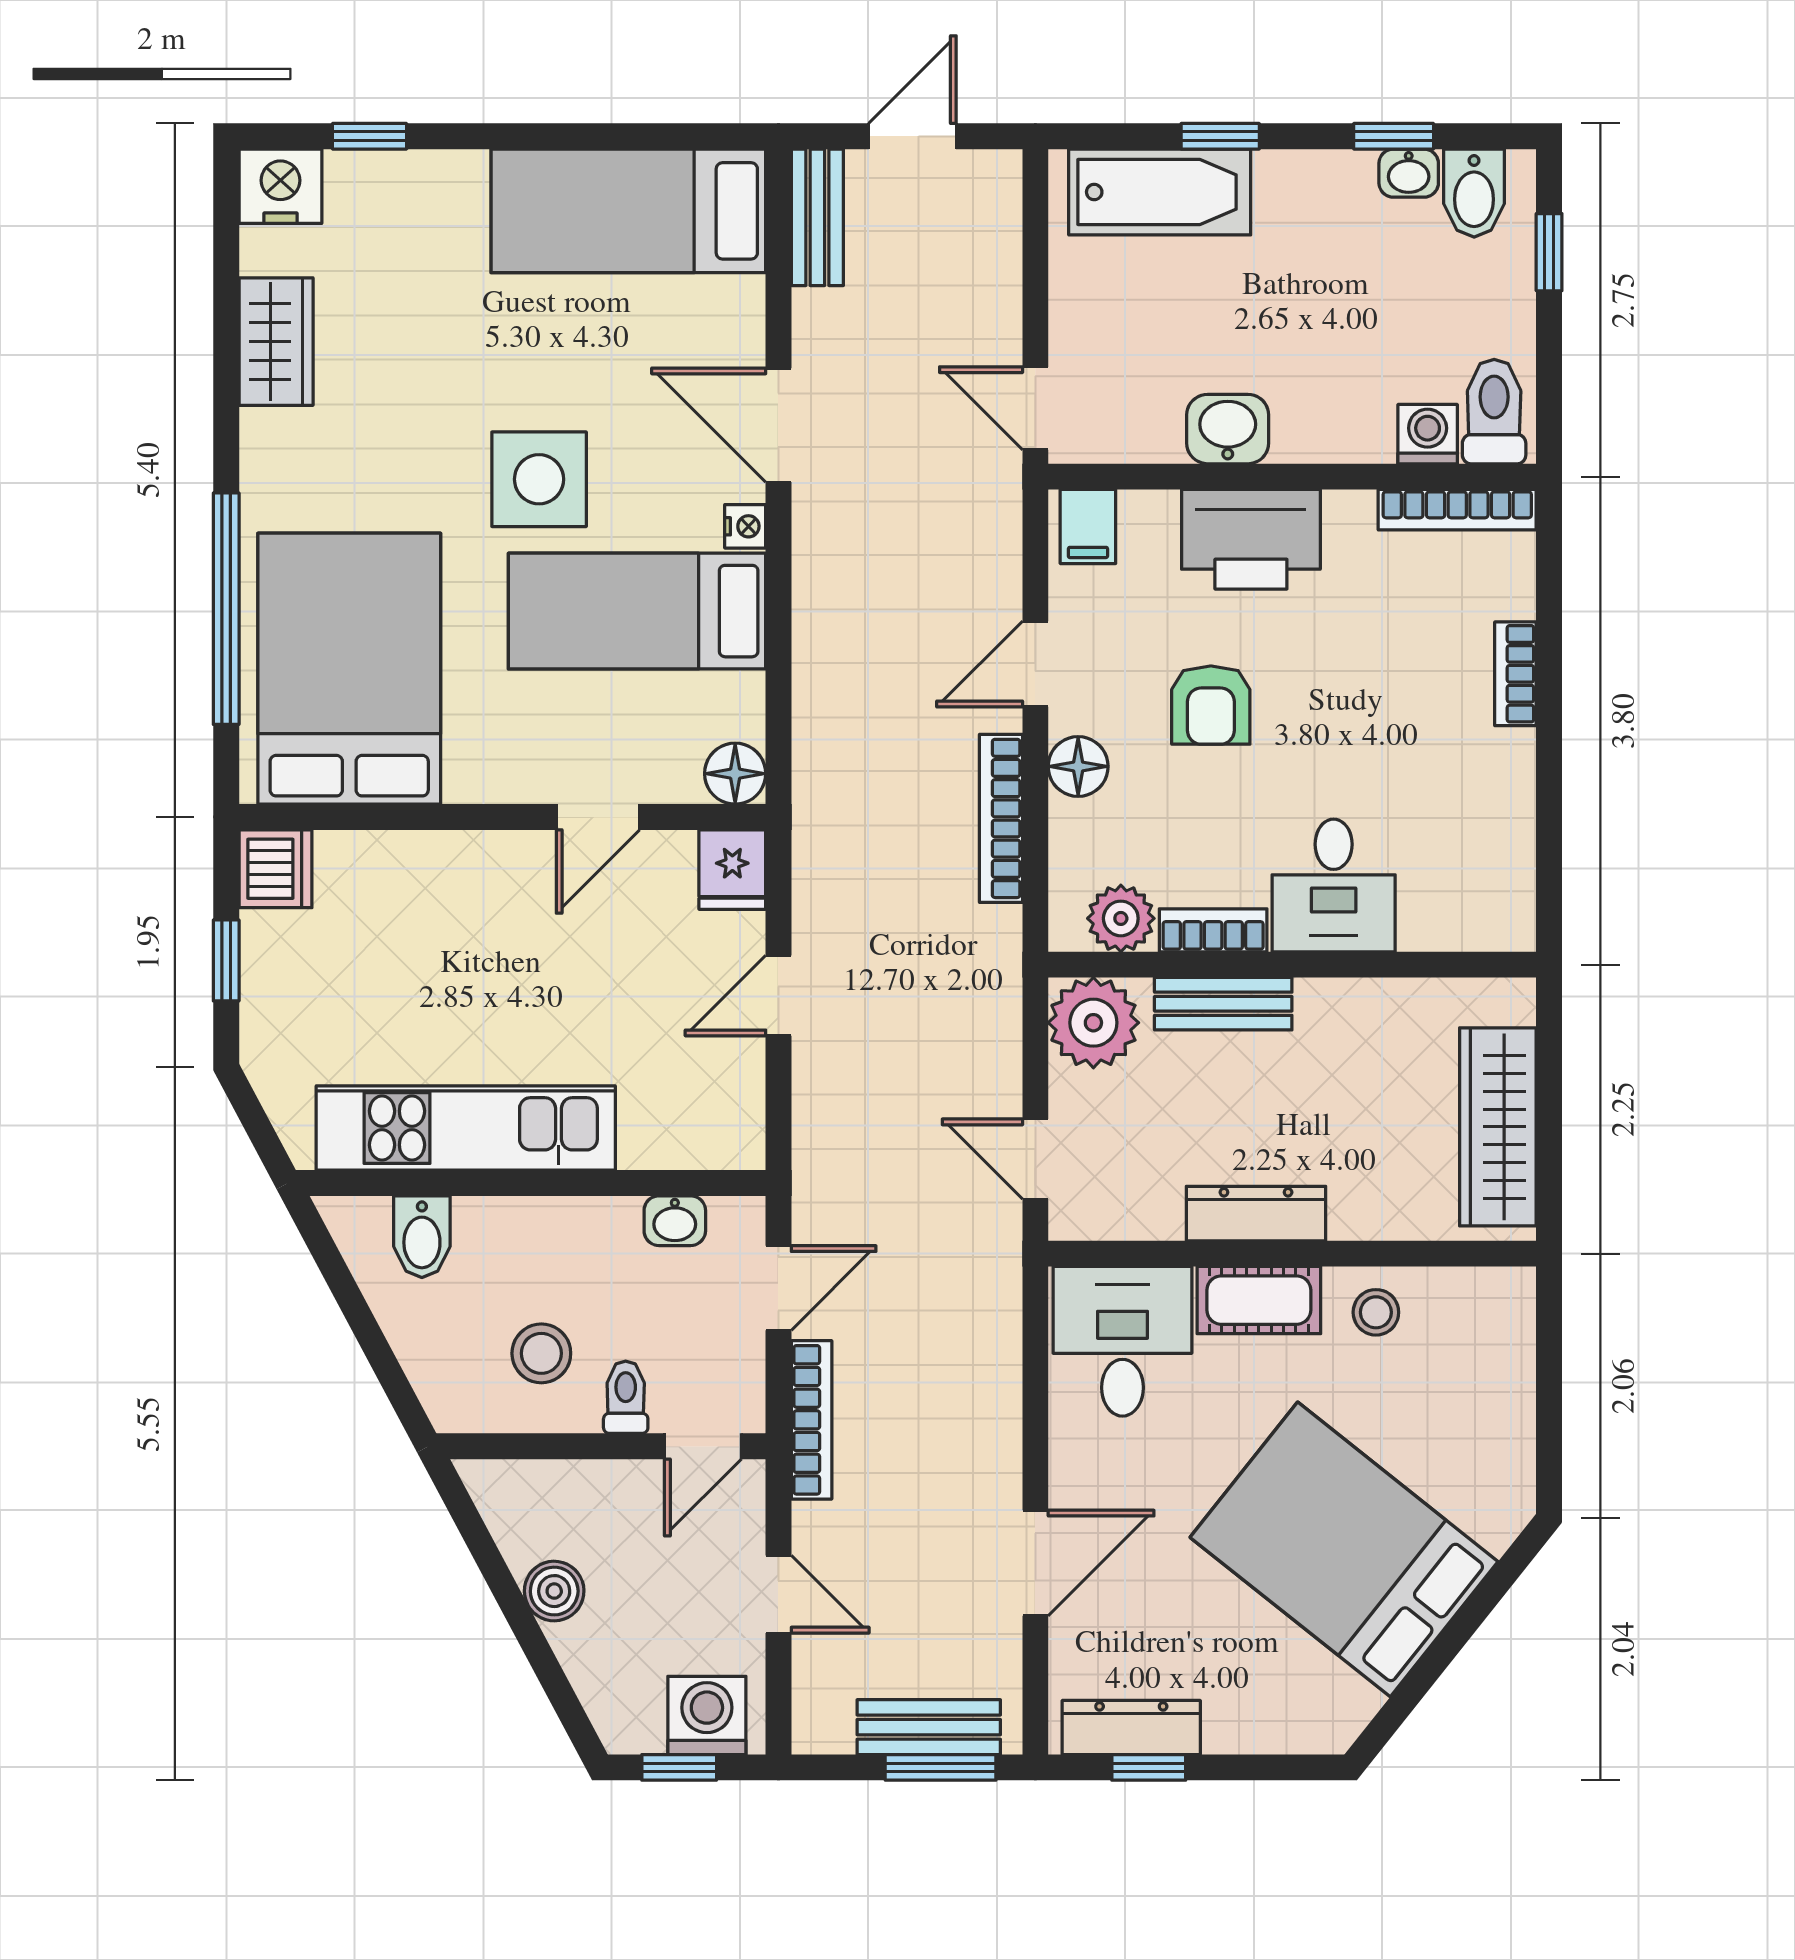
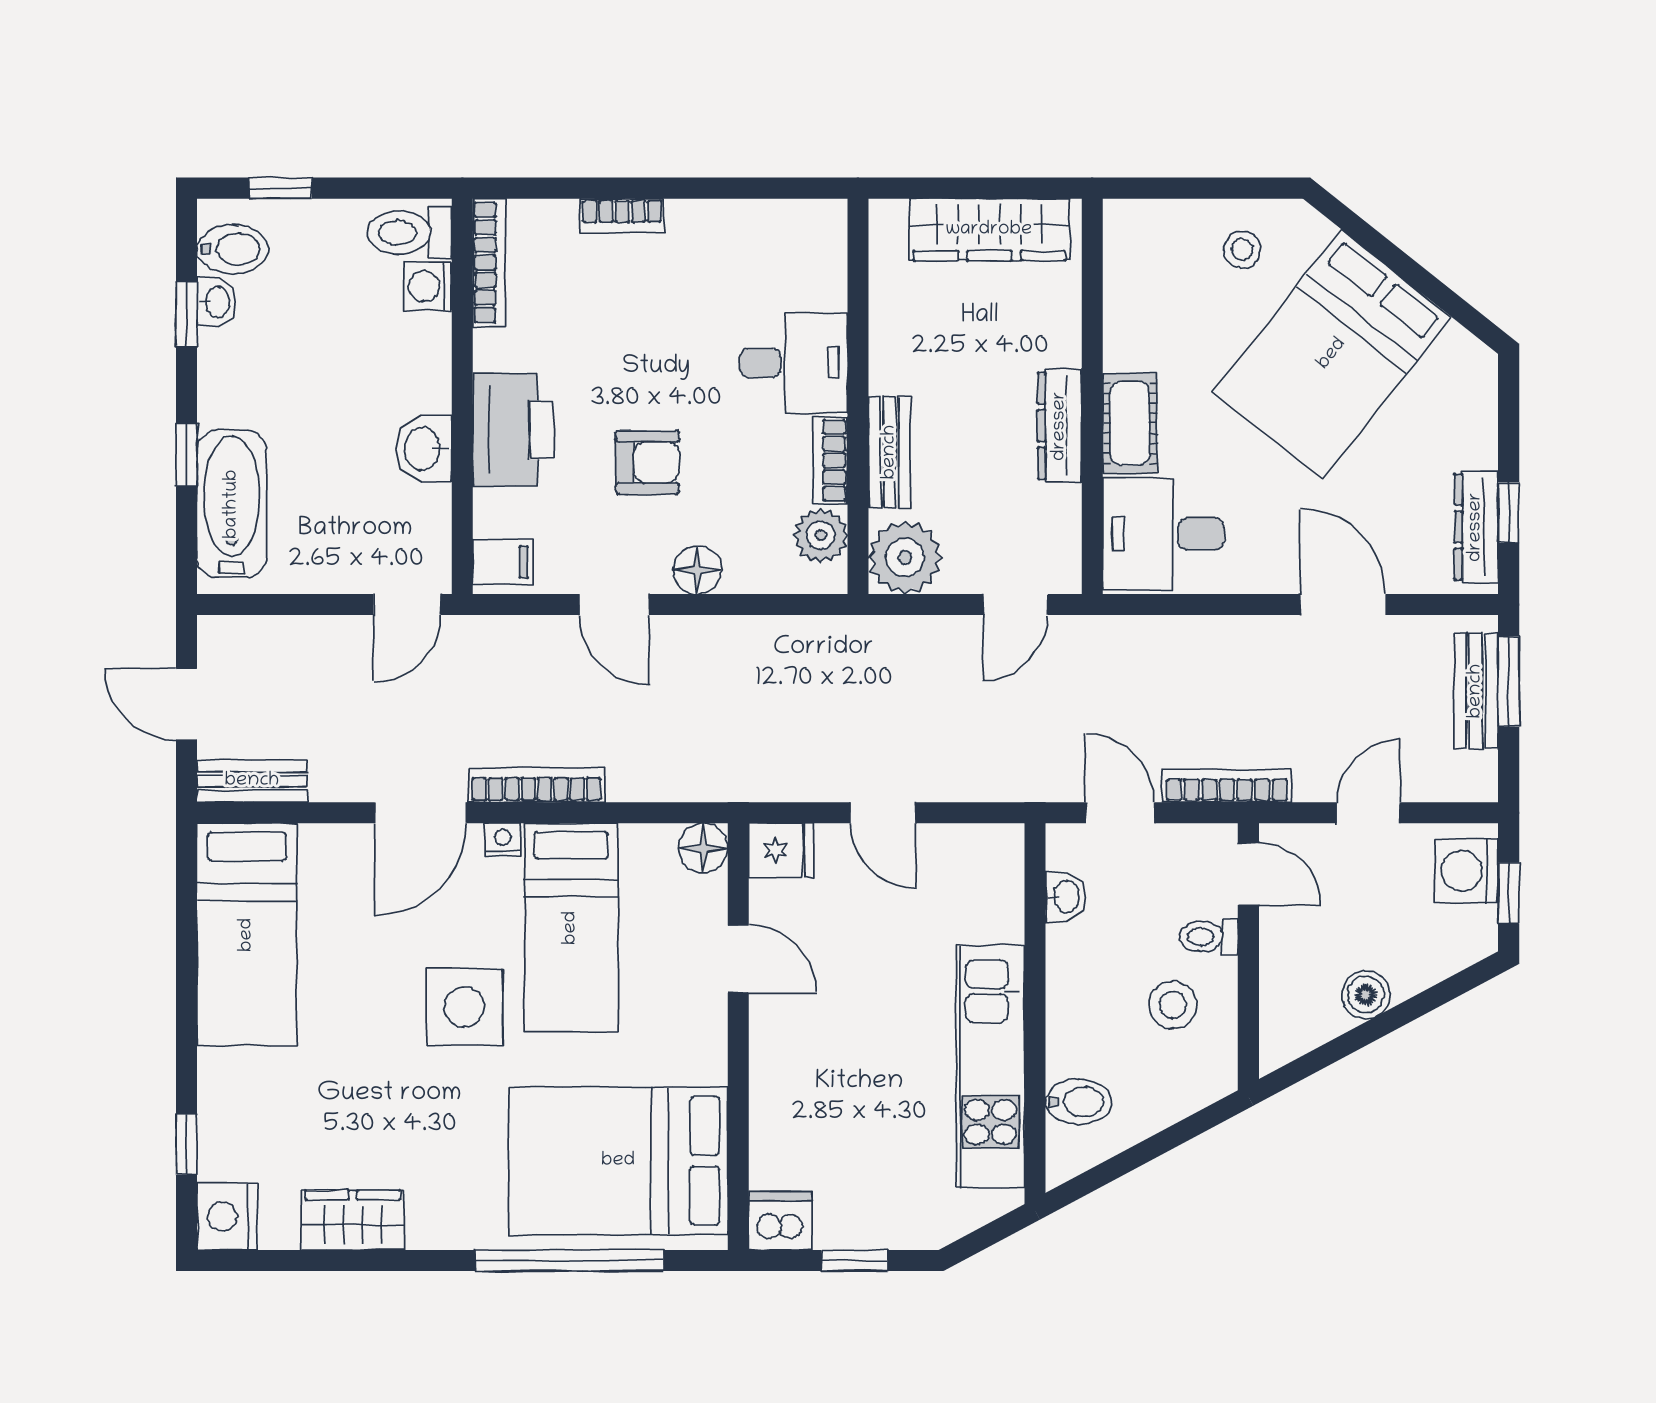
bookcase: (1001, 818) -> (536, 785), moved, turned 180
stool: (1376, 1312) -> (1242, 250), moved

